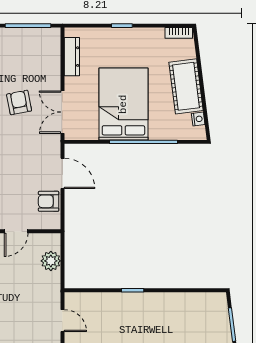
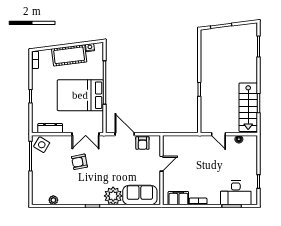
side table: (46, 43) -> (42, 145), added
door: (62, 173) -> (125, 134), hinge flipped
door: (16, 231) -> (162, 164), hinge flipped
plant: (51, 261) -> (180, 142), removed
door: (62, 321) -> (219, 134), swing flipped

